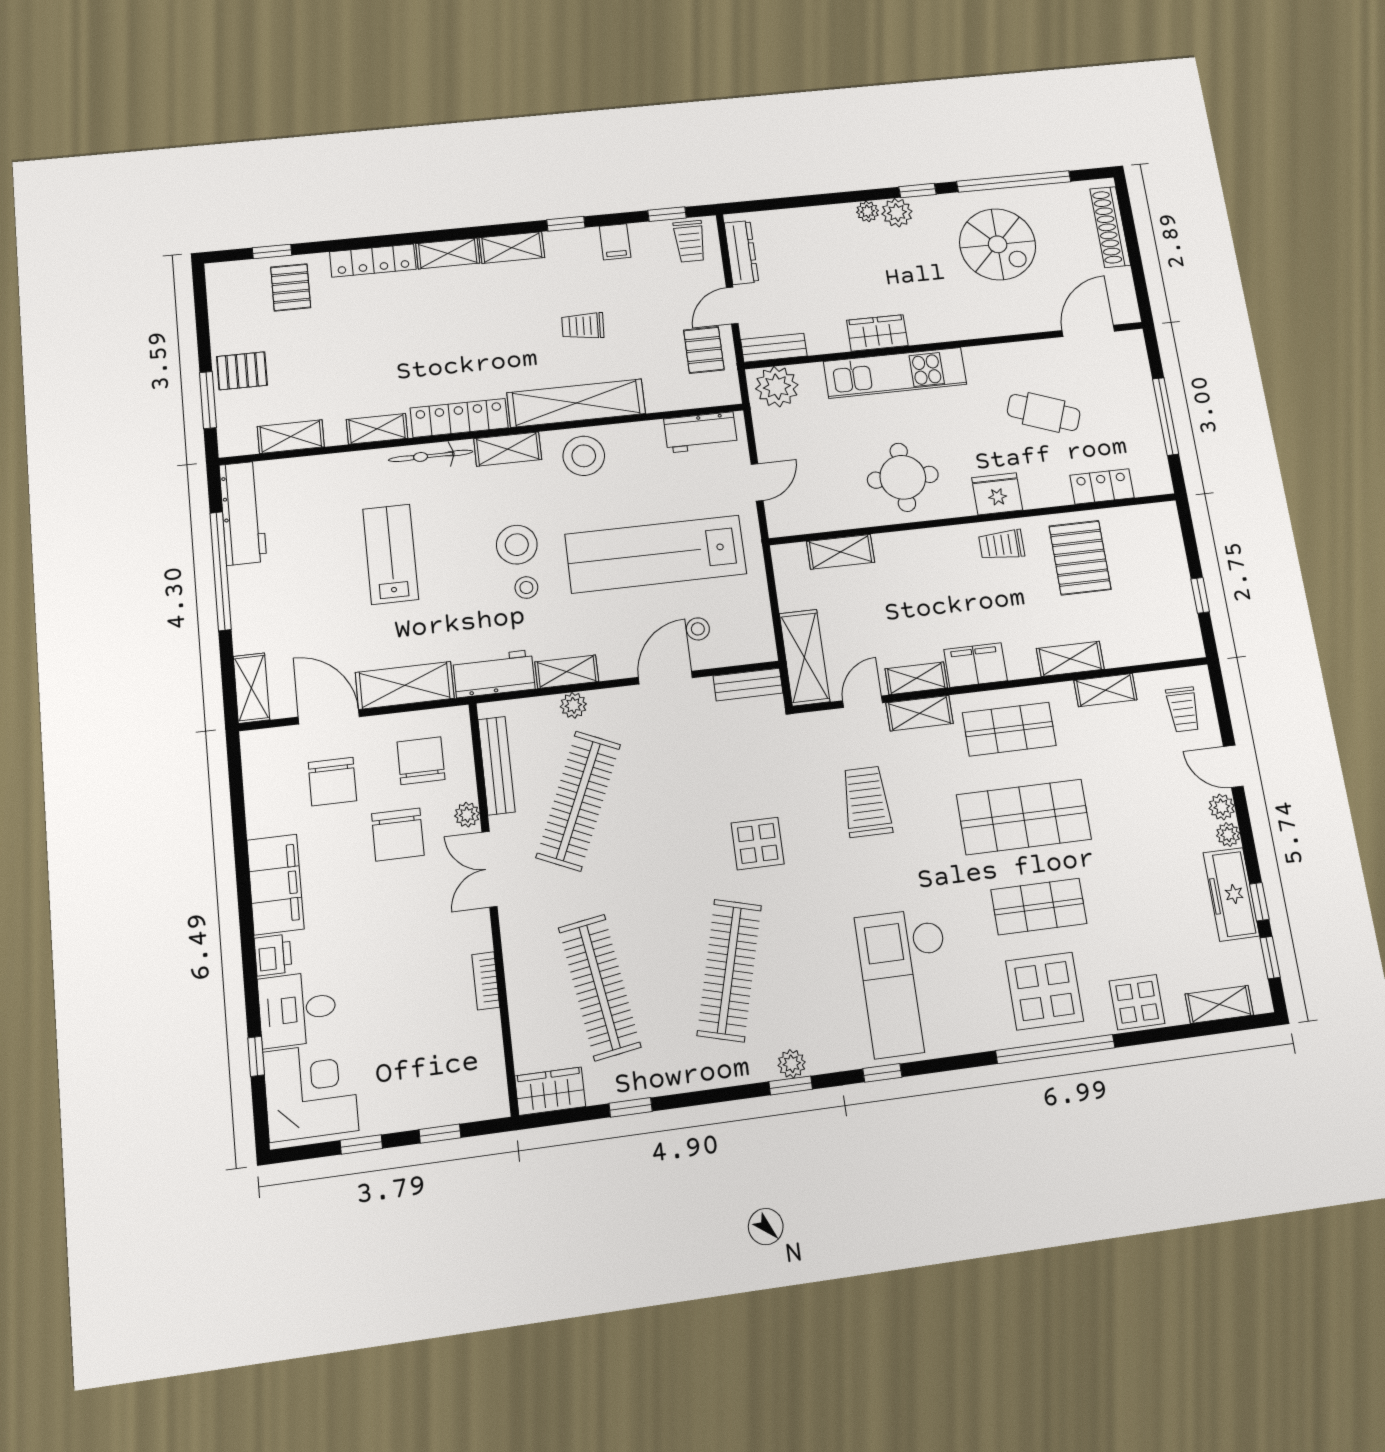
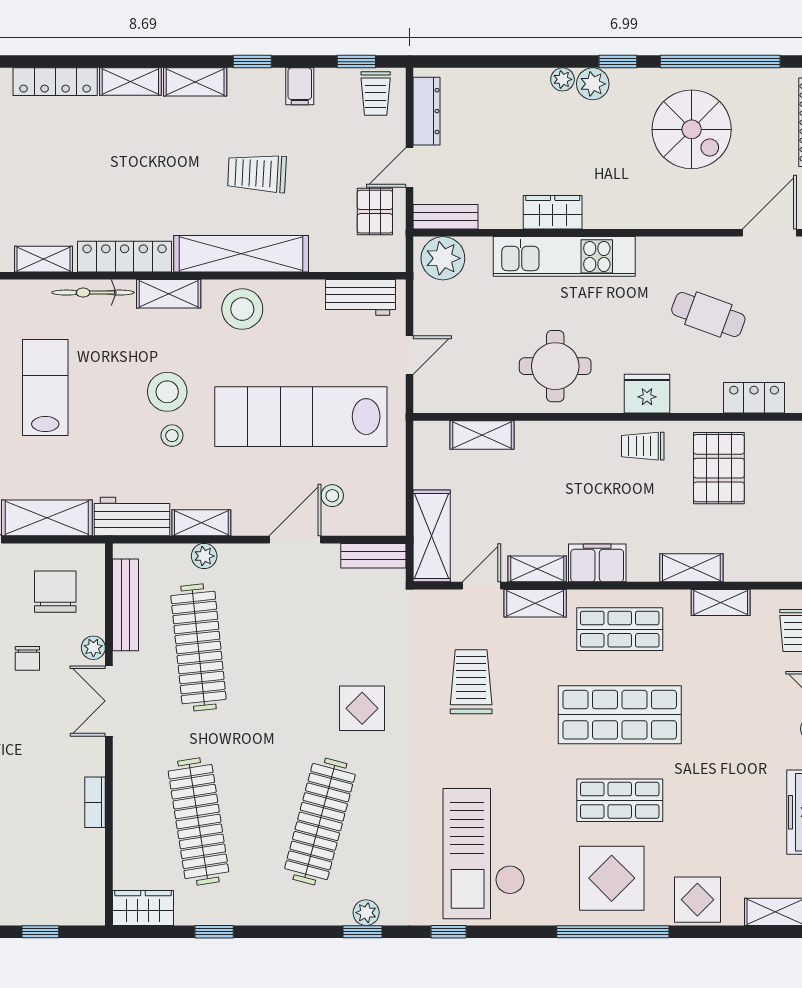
trolley: (583, 326) -> (257, 173), width x1.36, depth x1.39
clothes rail: (578, 801) -> (198, 647), turned -30
chair: (398, 835) -> (27, 658), width x0.54, depth x0.54

